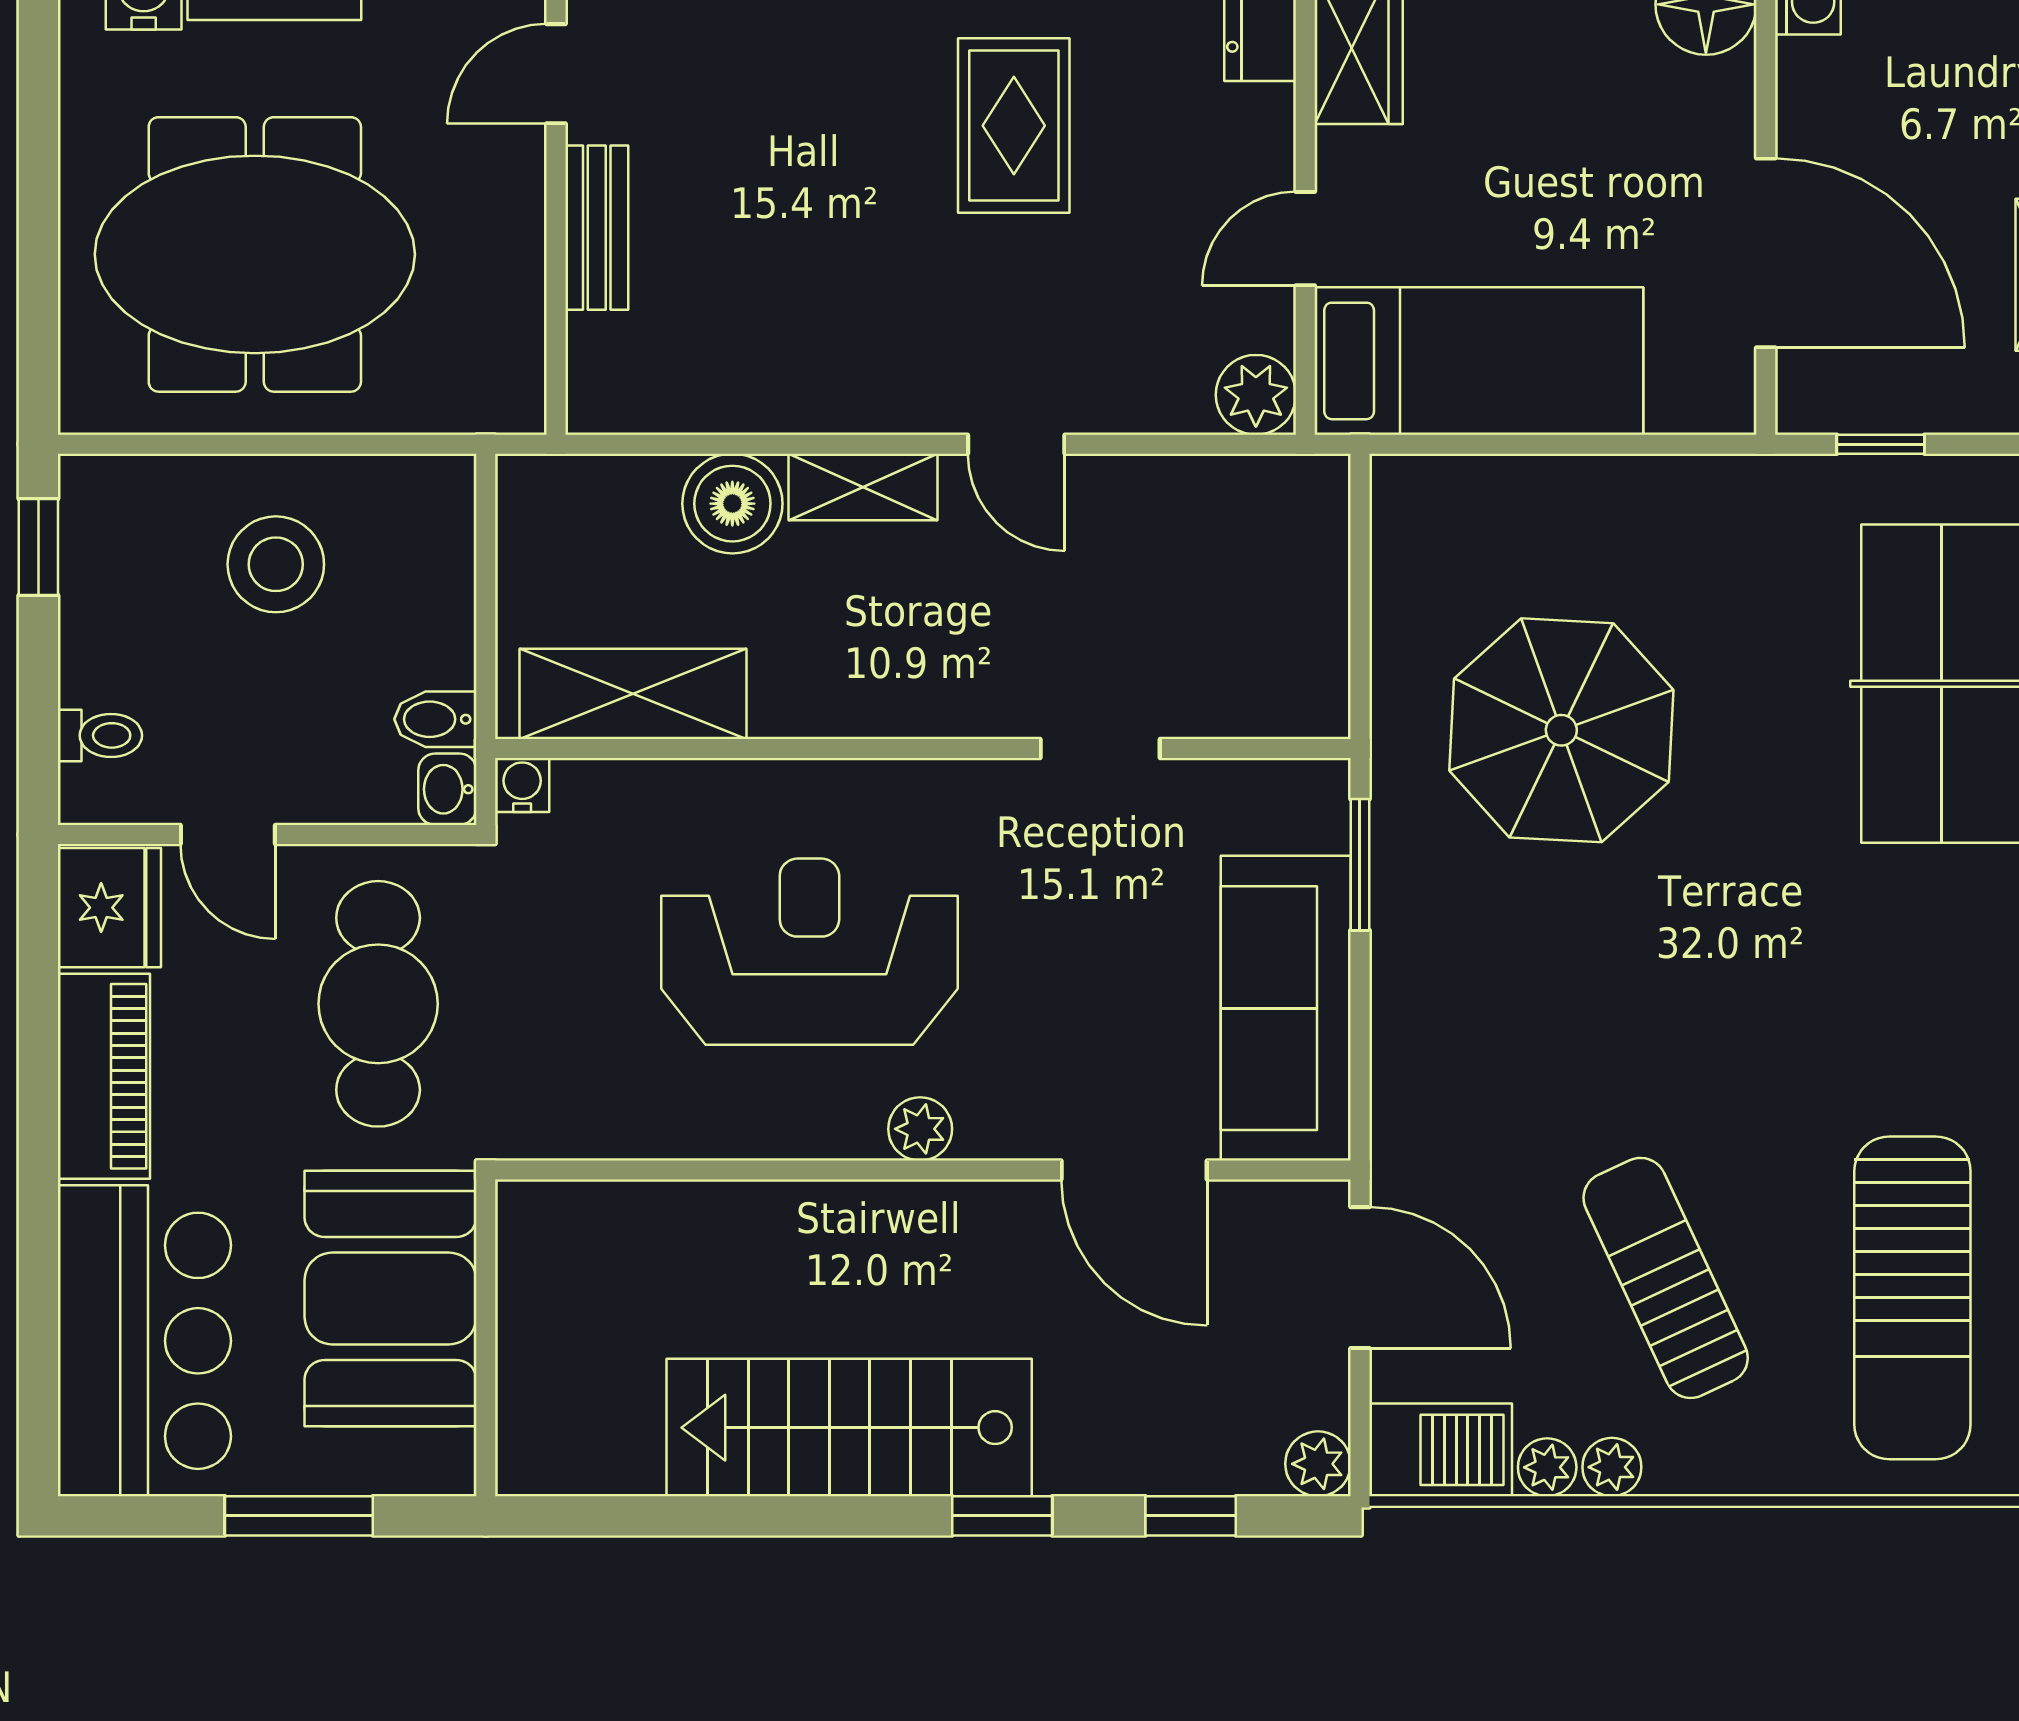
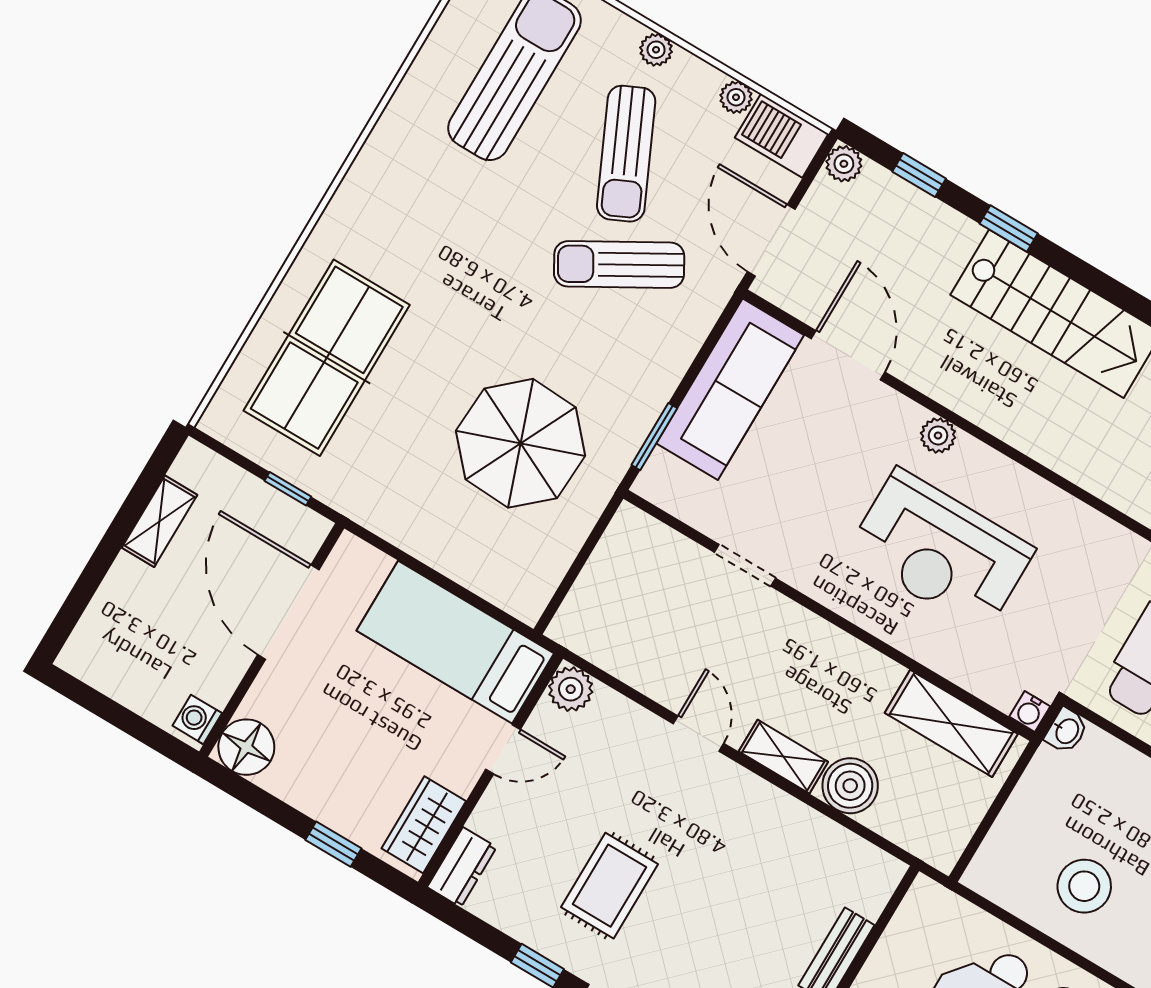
bidet: (435, 719) -> (1052, 767), removed
sun lounger: (1574, 1099) -> (619, 264), added
plant: (1612, 1467) -> (656, 50), moved

